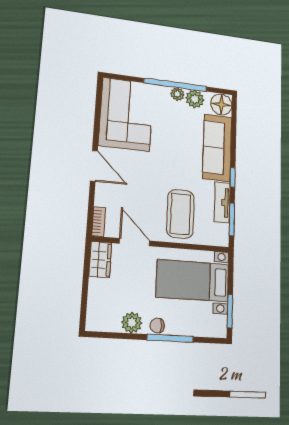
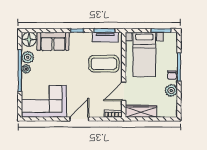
sofa: (217, 148) -> (53, 41), width x0.73
tv unit: (222, 202) -> (105, 37), moved
wardrobe: (100, 260) -> (141, 111), width x1.50

